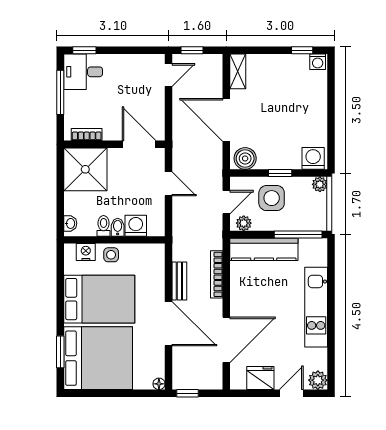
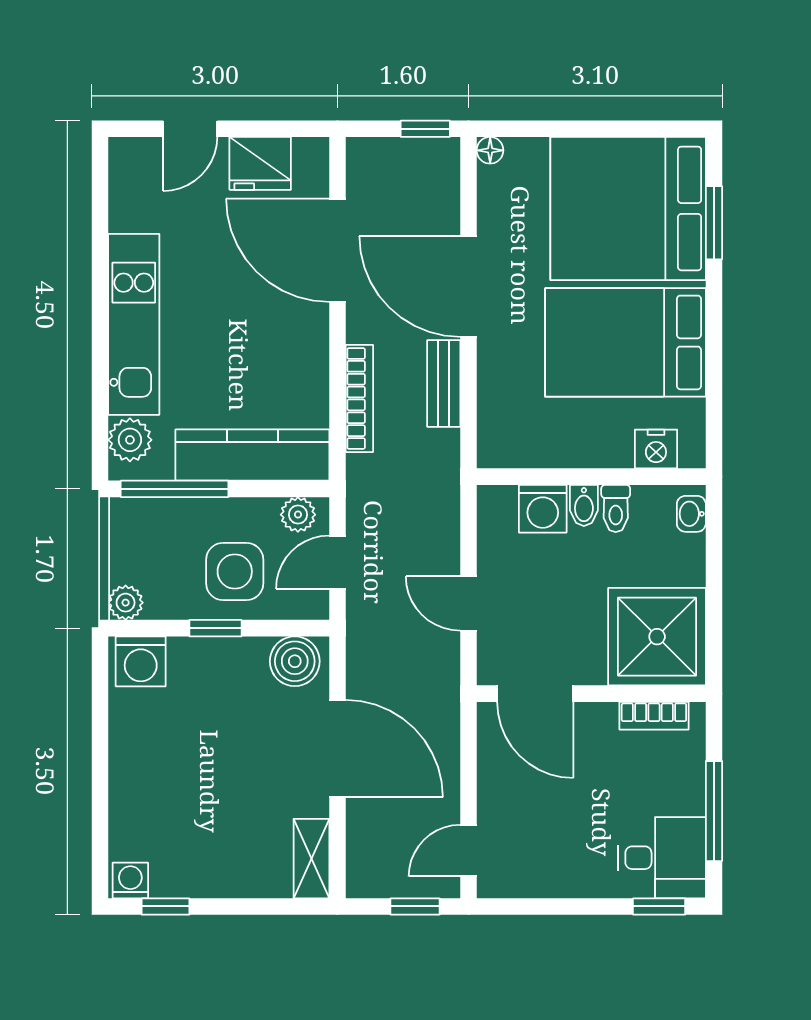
side table: (111, 255) -> (599, 443), removed
door: (226, 340) -> (337, 250), hinge flipped
plant: (318, 380) -> (130, 440), moved

